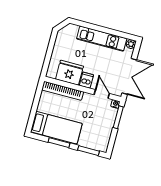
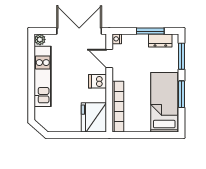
fridge: (69, 73) -> (94, 117), moved
door: (102, 94) -> (109, 58), hinge flipped
window: (118, 117) -> (150, 31), moved
dresser: (105, 137) -> (160, 40), added

